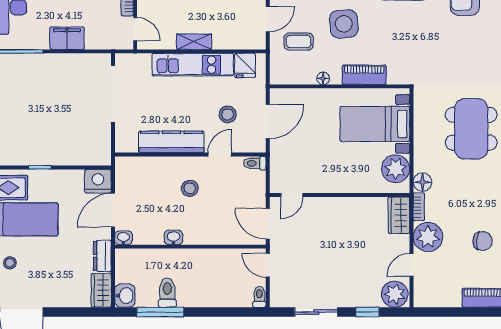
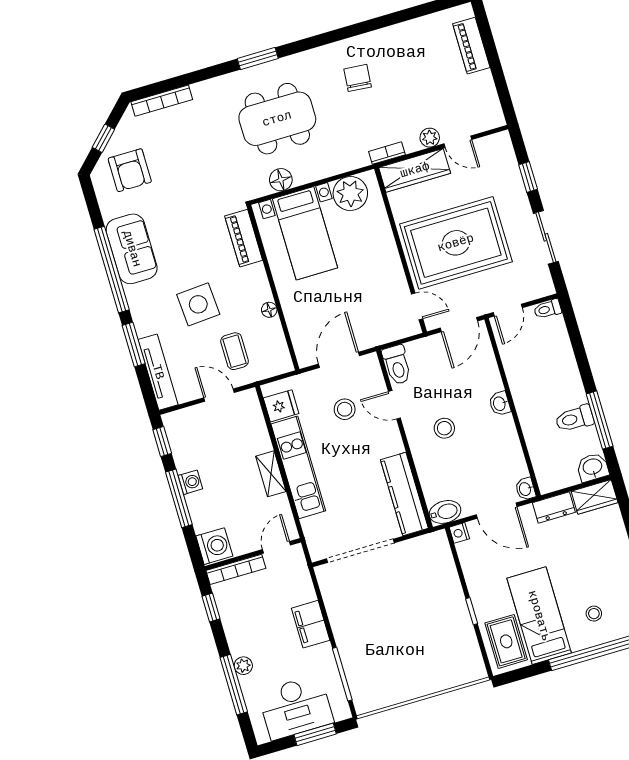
piano: (364, 75) -> (244, 238), moved
door: (268, 121) -> (339, 360), hinge flipped
kitchen counter: (171, 142) -> (404, 494), moved
toilet: (255, 163) -> (397, 365), width x1.37, depth x1.39
bidet: (124, 169) -> (445, 512), added
nightstand: (98, 181) -> (459, 533), width x0.53, depth x0.56
floor lamp: (422, 182) -> (281, 180), moved
wardrobe: (399, 215) -> (415, 170), width x1.50
washbasin: (173, 237) -> (500, 404), moved
plant: (428, 237) -> (430, 138), width x0.53, depth x0.53
rug: (333, 240) -> (456, 243), added
chair: (483, 241) -> (358, 78), moved
plant: (395, 294) -> (498, 151), removed

